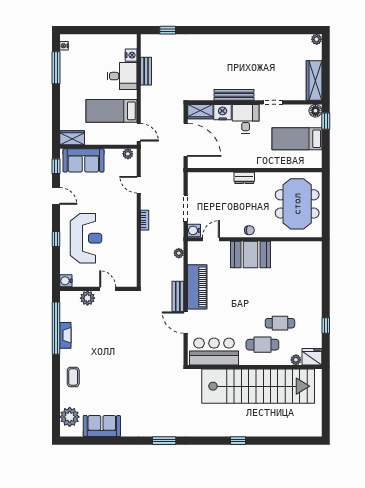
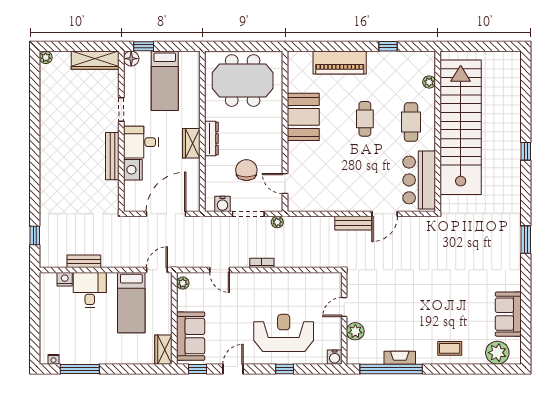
wardrobe: (200, 112) -> (191, 143), moved, turned 180
dresser: (244, 178) -> (211, 138), width x1.44
door: (139, 185) -> (220, 270), hinge flipped
water cooler: (194, 230) -> (222, 204), moved
chair: (249, 230) -> (246, 170), moved, width x1.87, depth x1.87
plant: (179, 253) -> (277, 222), moved
booth: (250, 255) -> (303, 117), moved
piano: (197, 287) -> (340, 63), moved, turned 180
cafe table: (280, 323) -> (365, 119), moved
fridge: (312, 357) -> (425, 63), removed

